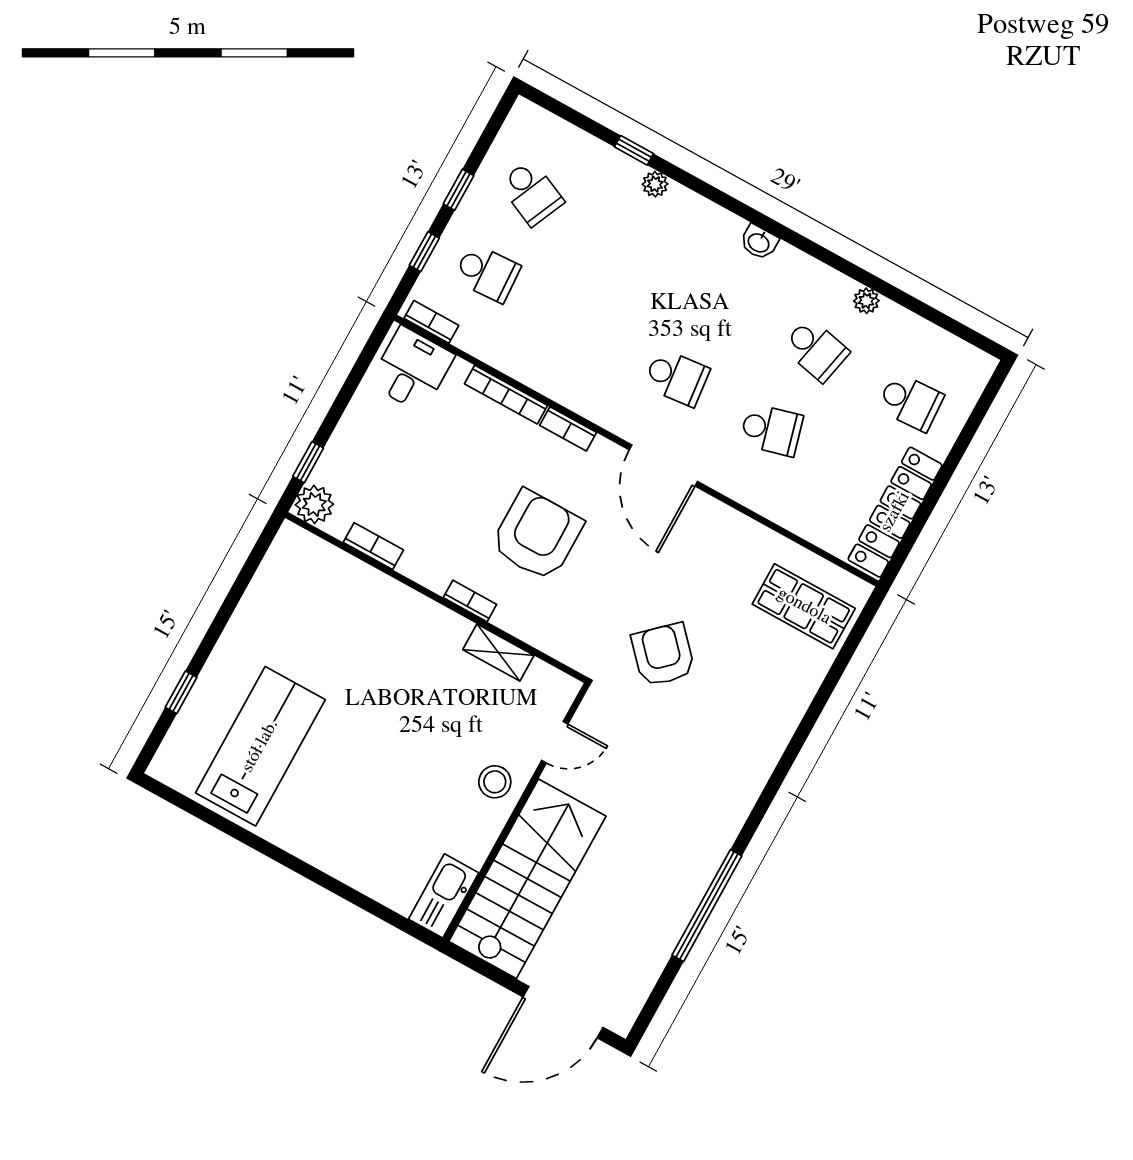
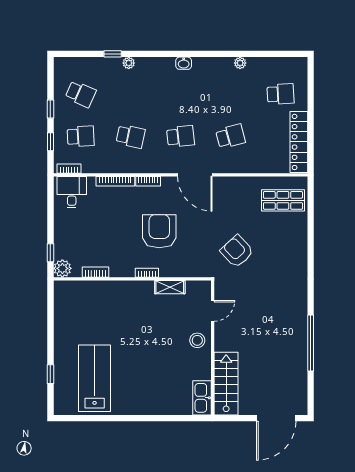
school desk: (816, 350) -> (131, 136), moved
stairs: (527, 879) -> (226, 384), width x0.73, depth x0.66

